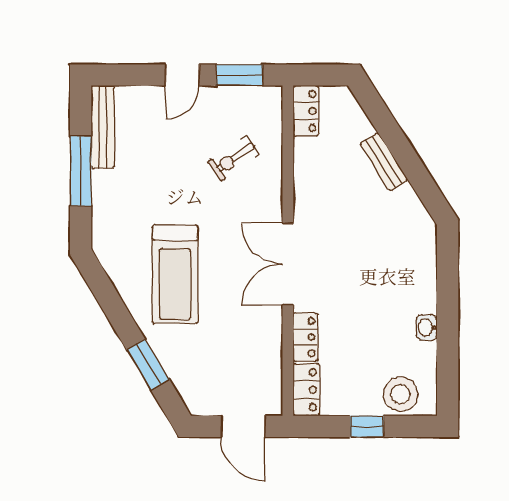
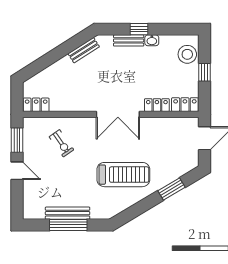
bench: (103, 127) -> (68, 213), moved
bench: (384, 162) -> (84, 50), moved
bench: (426, 284) -> (129, 40), added
window: (448, 304) -> (139, 29), added

